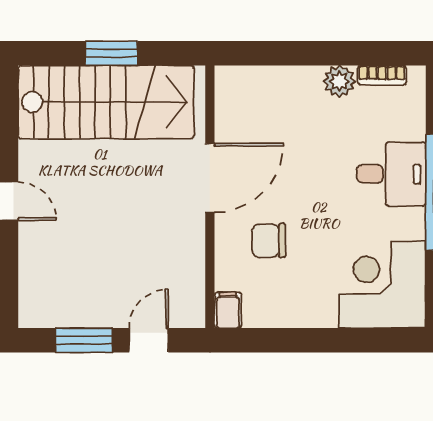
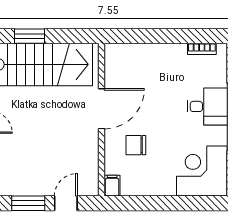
window: (111, 53) -> (29, 36), moved
plant: (339, 81) -> (177, 52), removed

